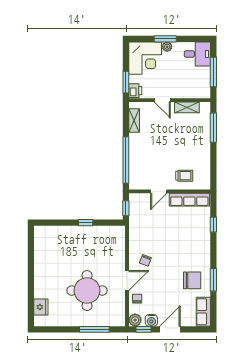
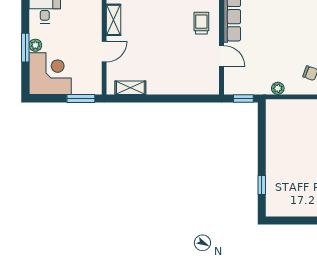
printer: (135, 91) -> (92, 86), removed
window: (126, 160) -> (181, 98), removed
window: (86, 223) -> (262, 185), moved
plant: (134, 235) -> (278, 88), added

